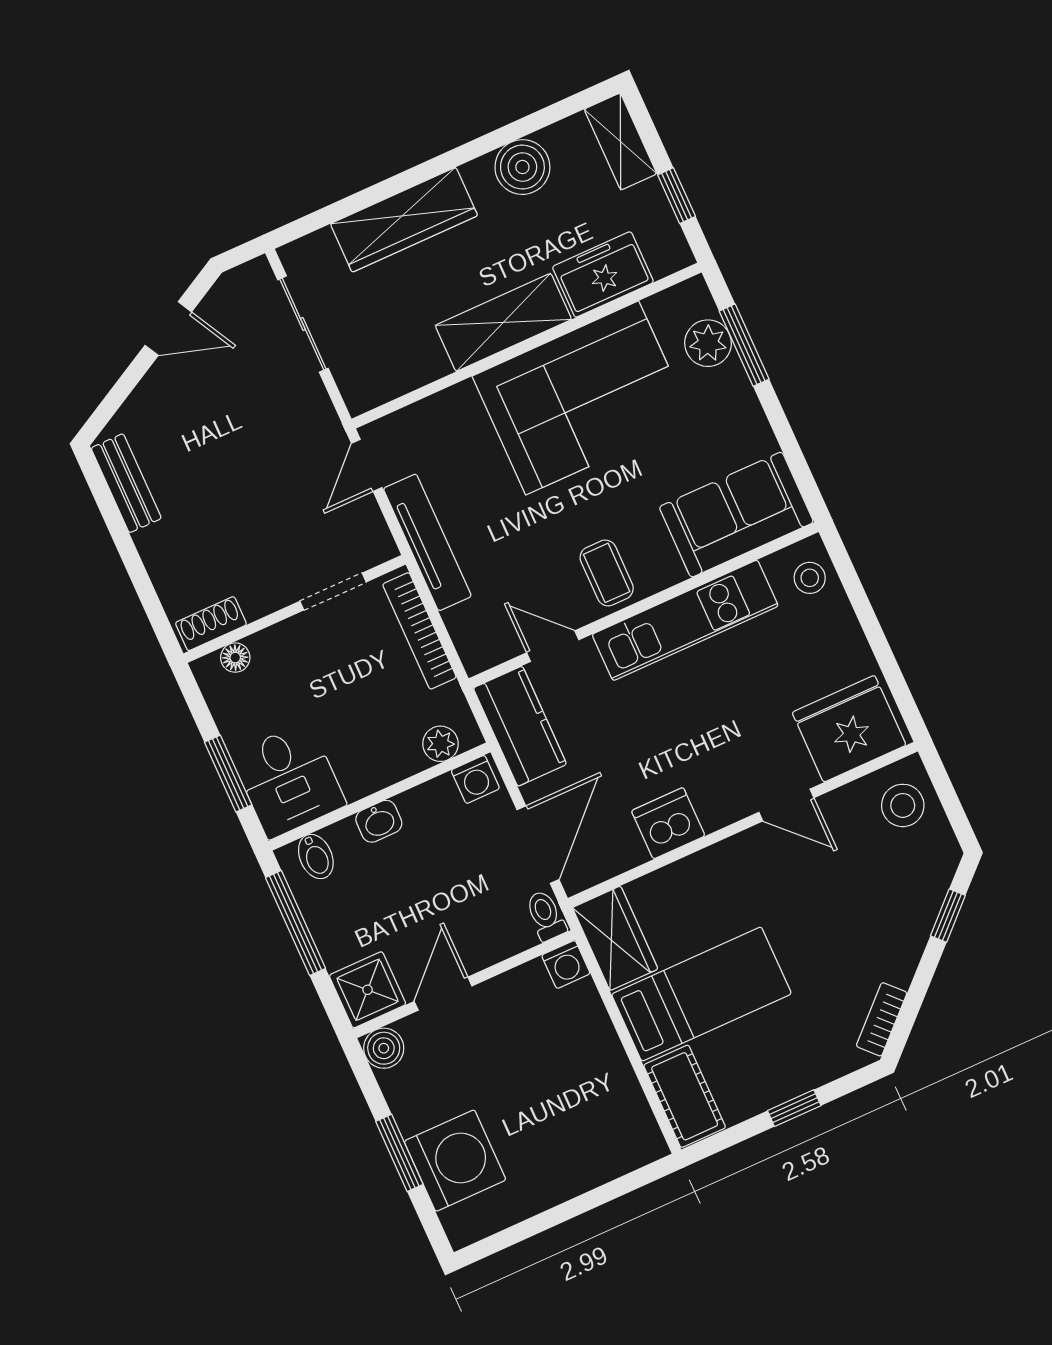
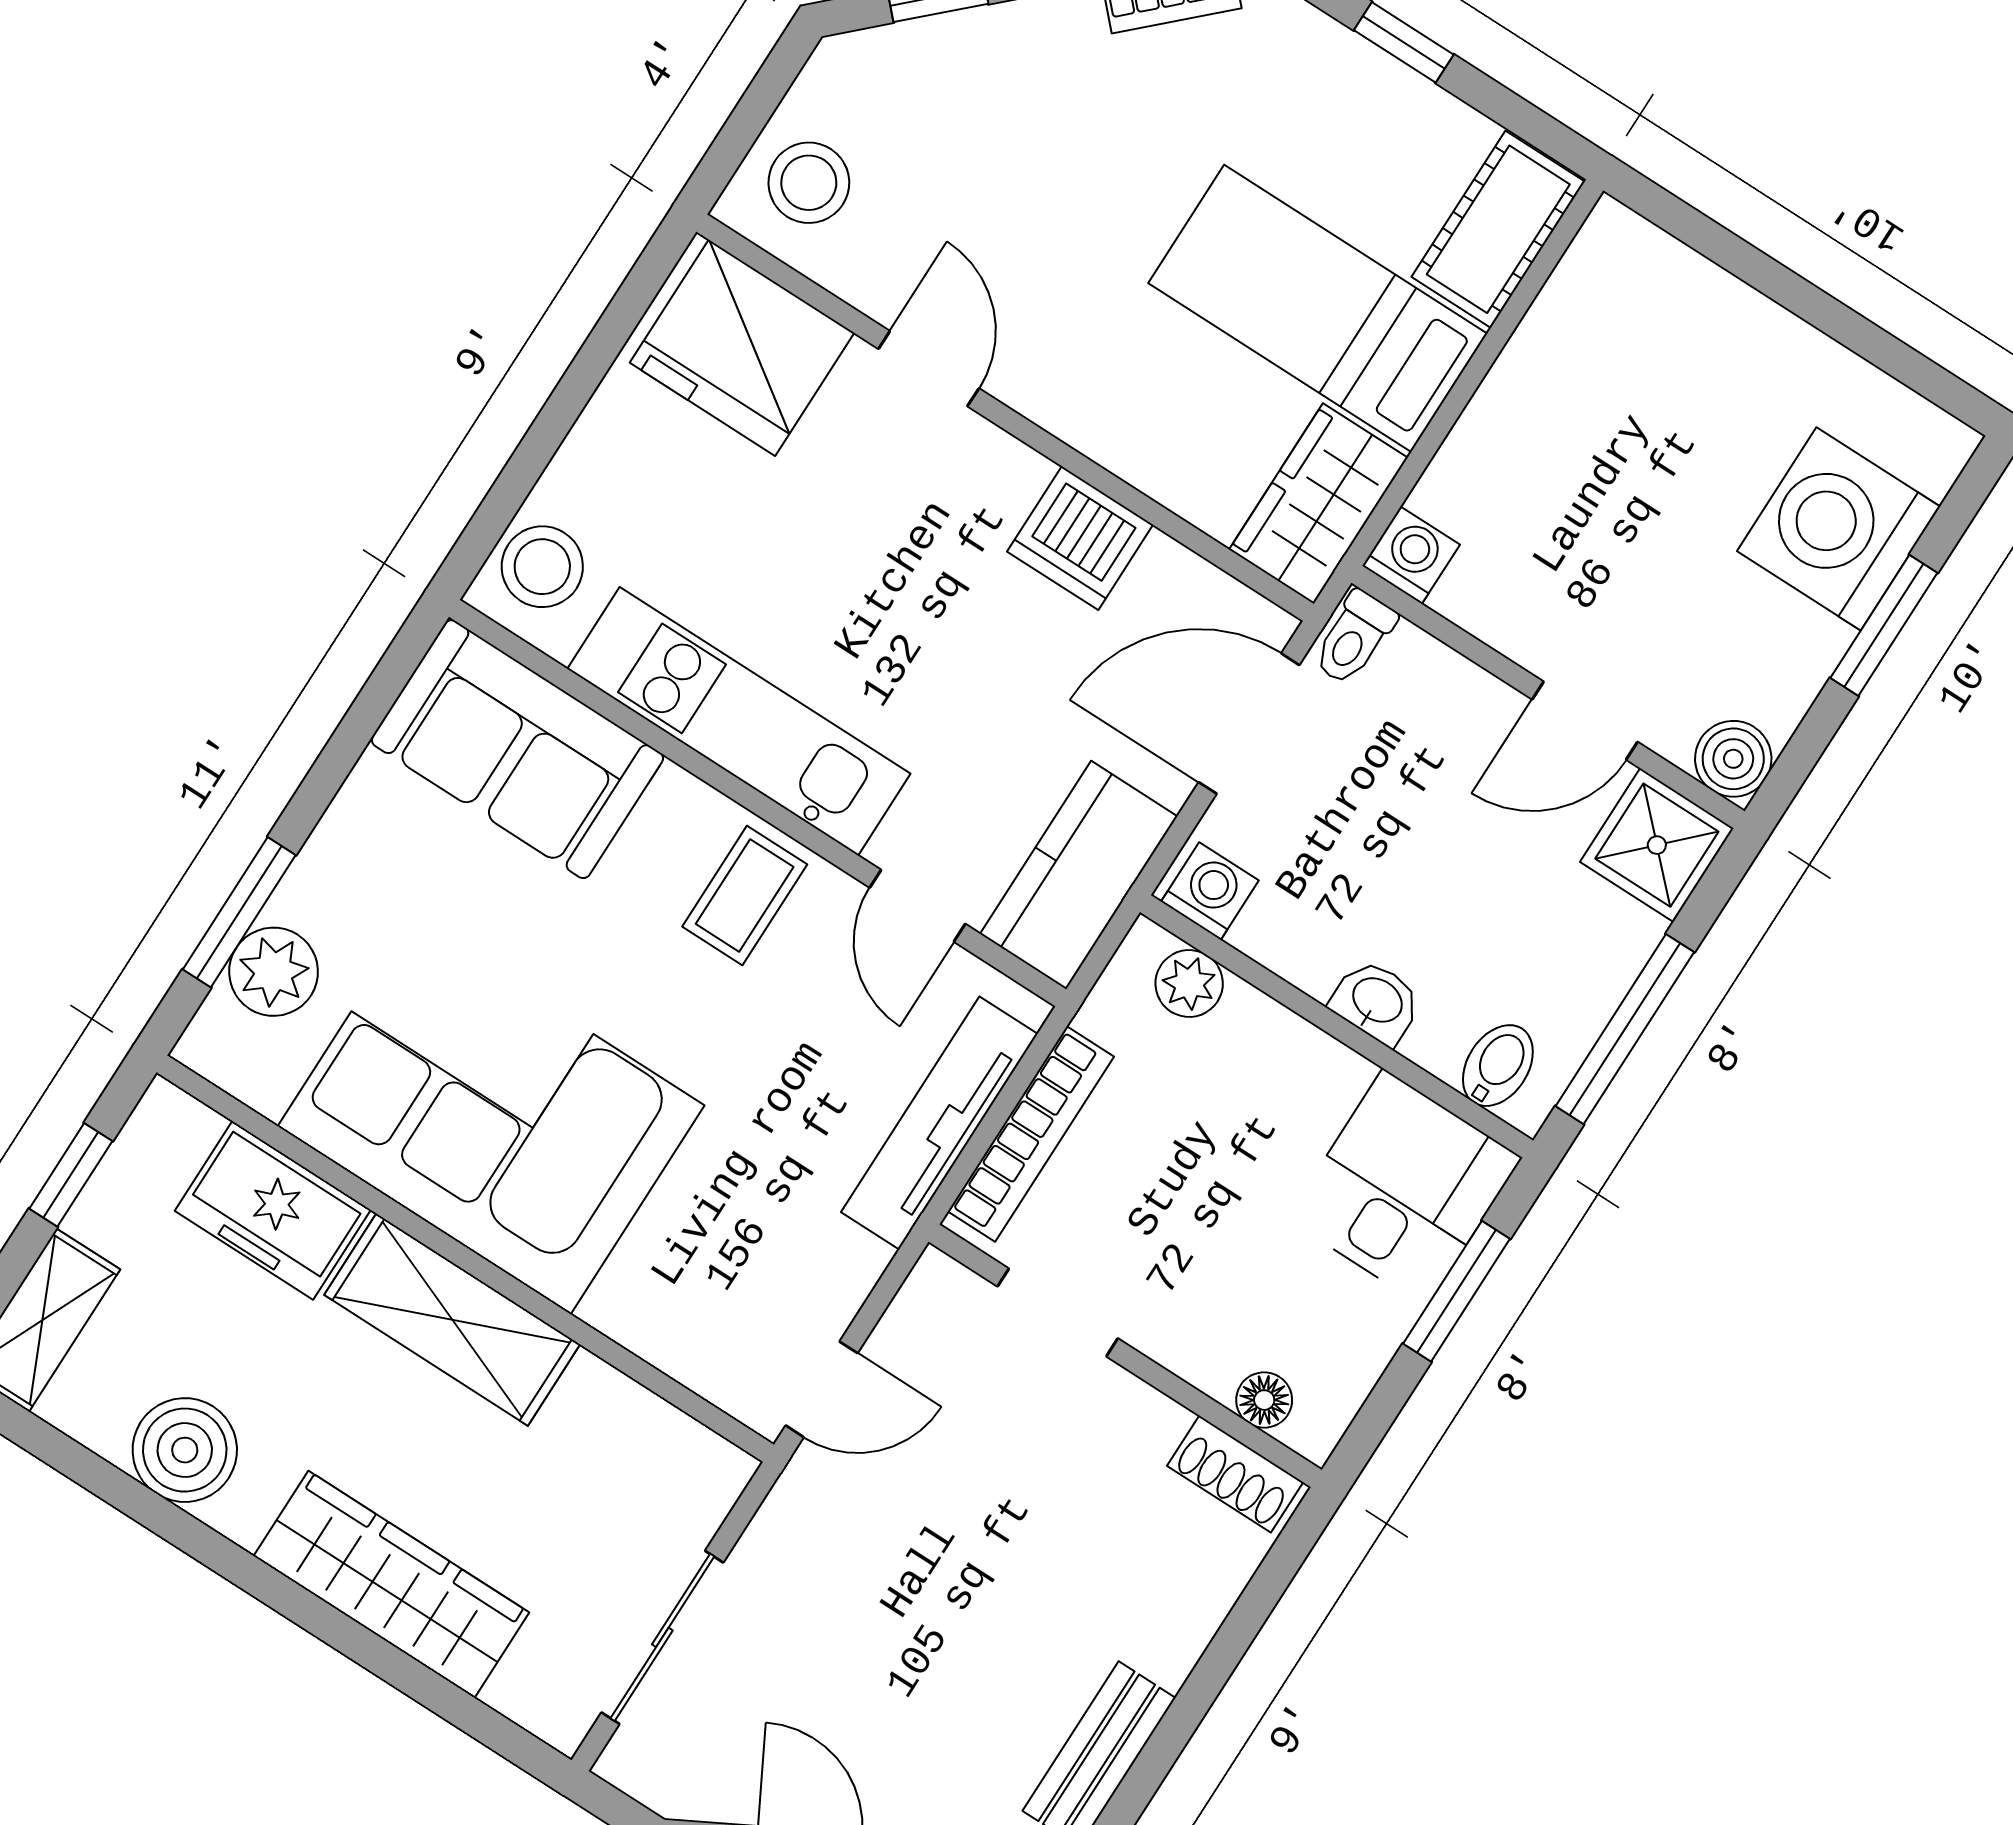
tv unit: (427, 542) -> (939, 1123), moved
stool: (810, 578) -> (542, 567), width x1.37, depth x1.37

